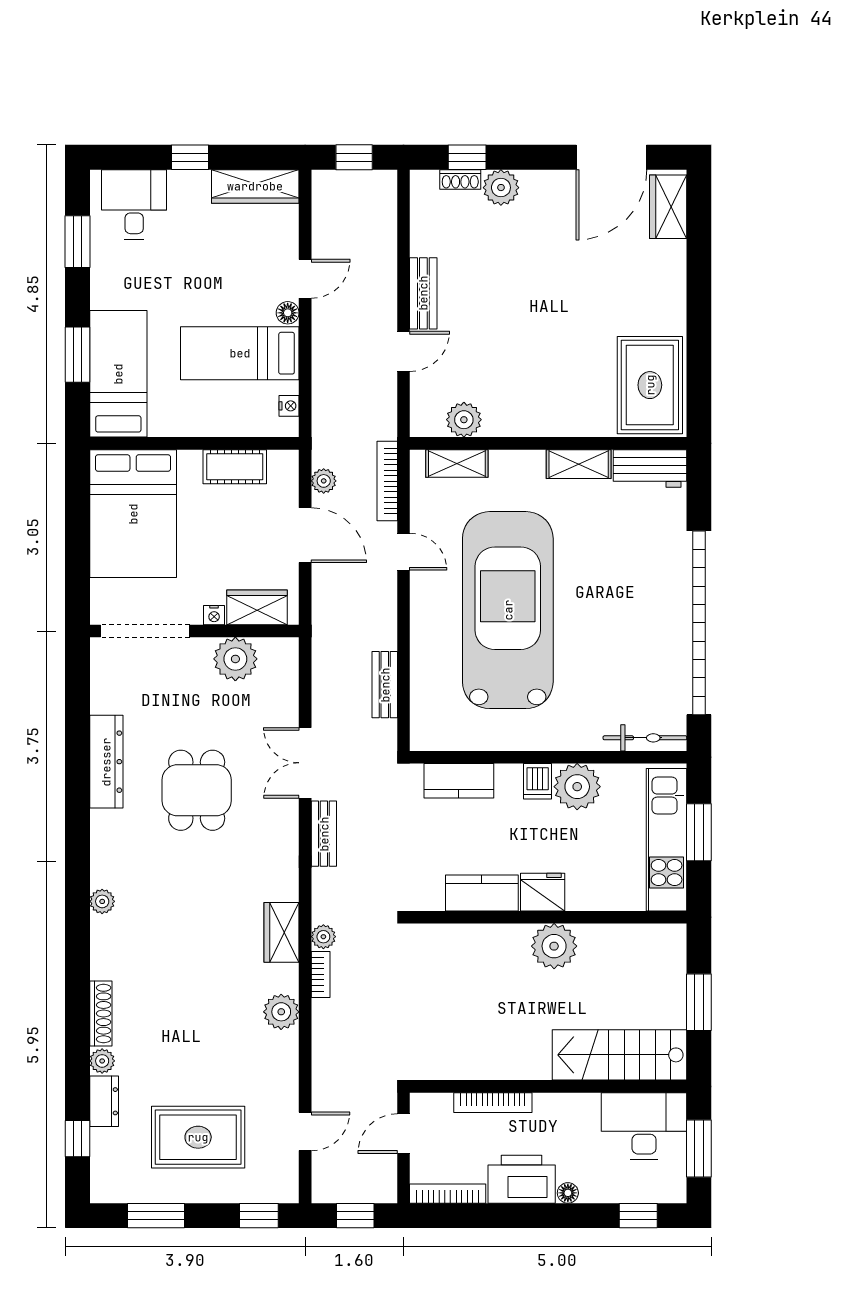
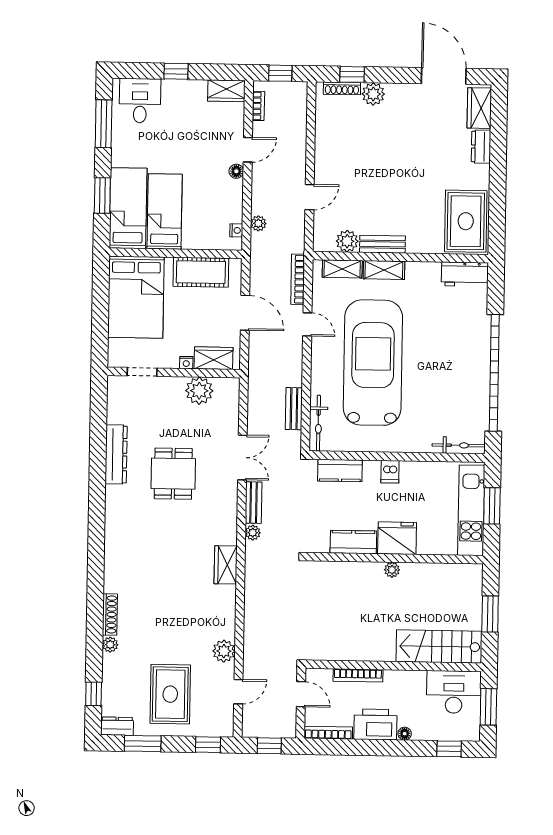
door: (611, 157) -> (444, 76), swing flipped
shoe rack: (460, 179) -> (342, 88), width x1.43
wardrobe: (255, 186) -> (226, 91), width x0.67
window: (77, 242) -> (104, 124), width x1.44
dresser: (672, 267) -> (481, 147), added
bench: (423, 293) -> (382, 244), moved, turned 90
bed: (240, 353) -> (165, 212), moved, turned 90
shelving: (579, 464) -> (384, 270), moved
cot: (235, 467) -> (201, 272), width x1.37, depth x1.34
plant: (324, 481) -> (258, 223), moved
doorway: (145, 631) -> (142, 372), width x0.53
bicycle: (424, 707) -> (318, 423), added
double door: (305, 763) -> (242, 457), swing flipped
plant: (577, 787) -> (415, 476), removed
fridge: (543, 892) -> (397, 538), width x1.36, depth x1.34
plant: (102, 901) -> (112, 543), removed
plant: (323, 937) -> (253, 533), moved
plant: (554, 946) -> (392, 570), width x0.53, depth x0.53
bookcase: (321, 974) -> (258, 106), moved
plant: (281, 1012) -> (224, 651), moved
dresser: (104, 1101) -> (117, 726), moved, turned -90
door: (404, 1134) -> (301, 694), swing flipped
rug: (198, 1137) -> (170, 694), turned 90

